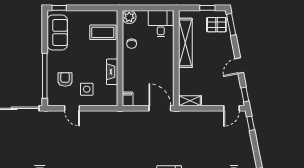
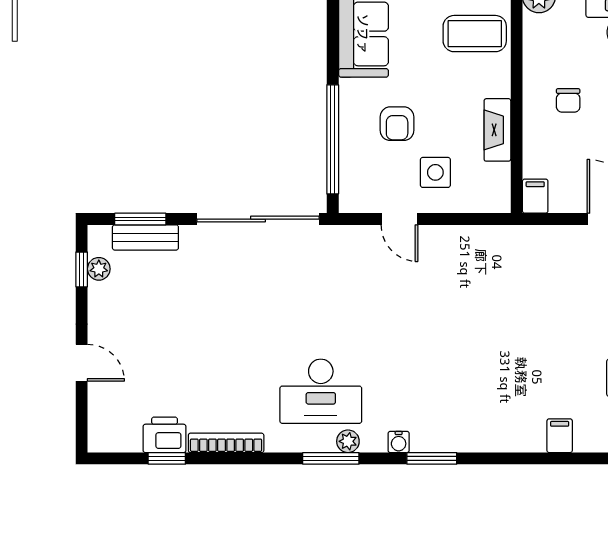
chair: (132, 44) -> (568, 100), moved
armchair: (65, 79) -> (397, 124), moved, turned 180

